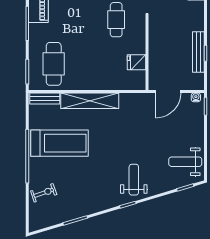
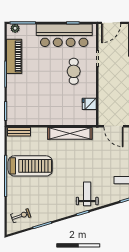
cafe table: (54, 64) -> (26, 105), removed
door: (168, 91) -> (113, 126), hinge flipped
shelving: (90, 101) -> (70, 133), moved
exercise bike: (44, 193) -> (21, 216), moved

